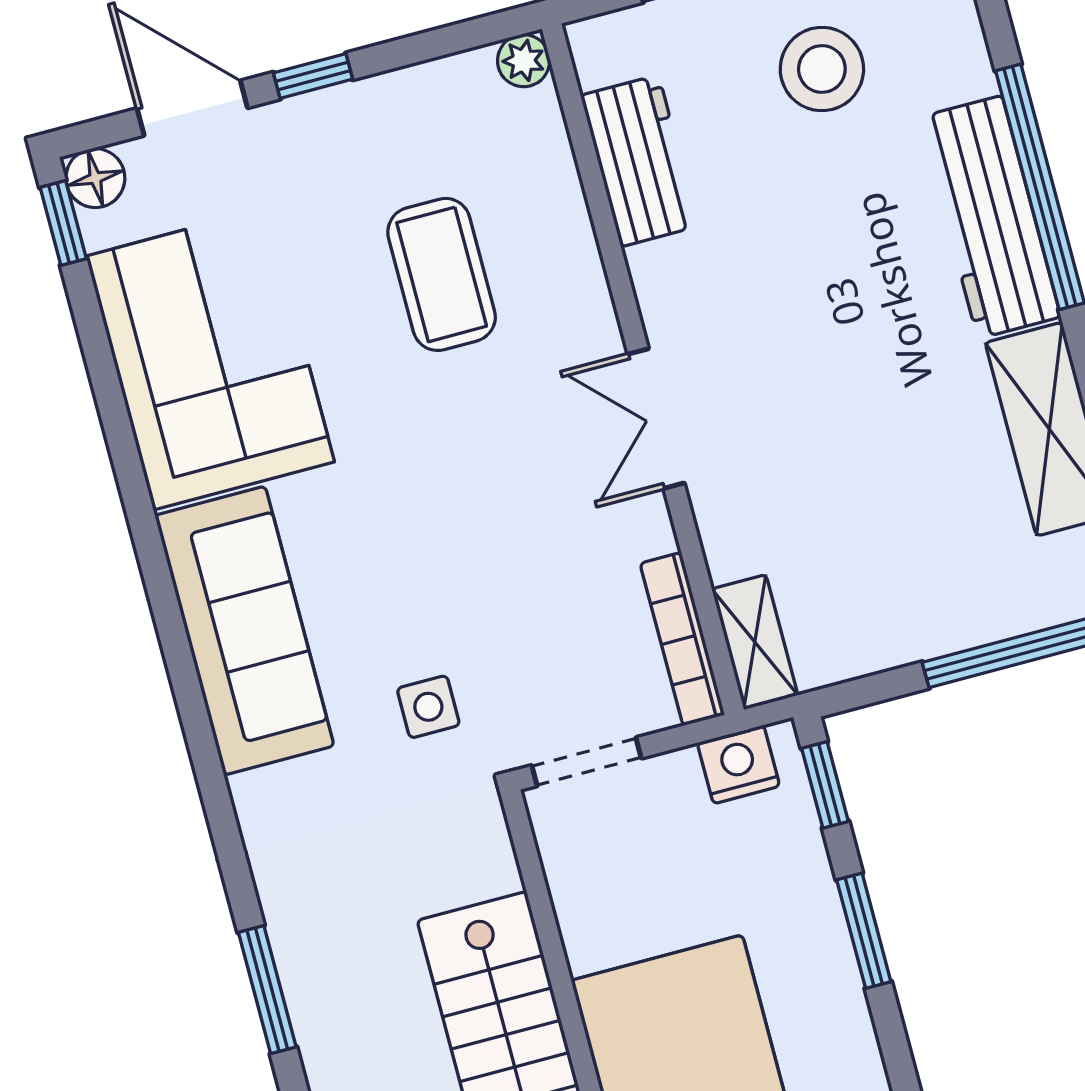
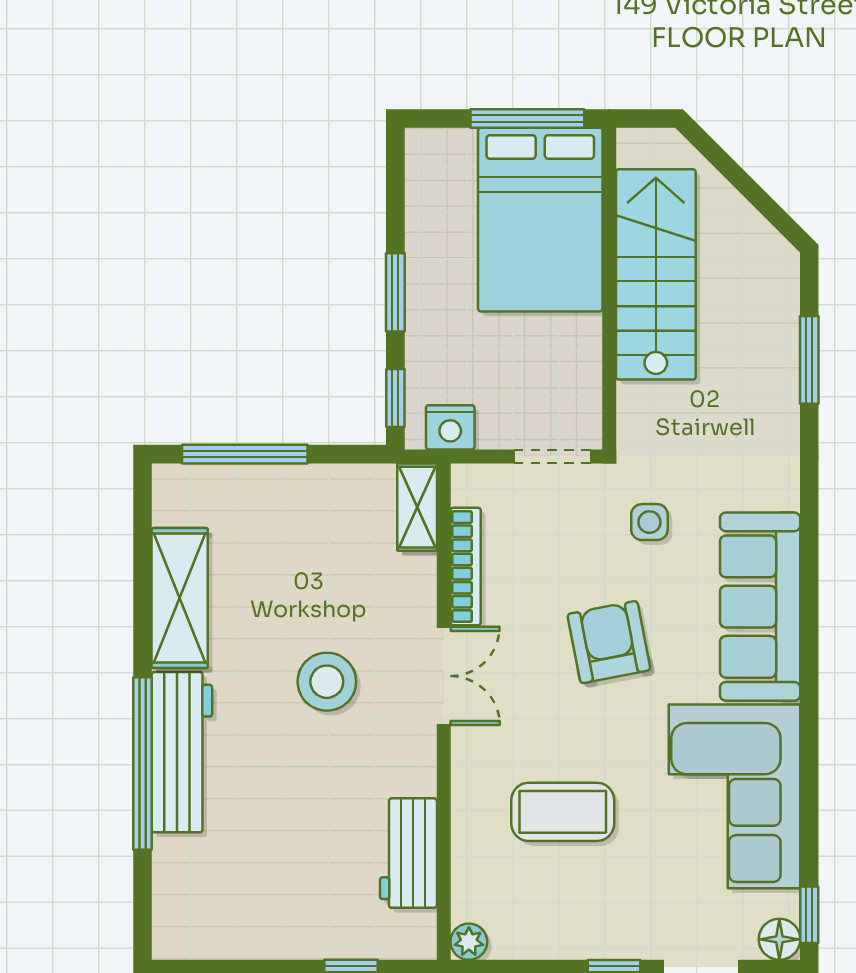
stool: (822, 69) -> (327, 682), moved
coffee table: (442, 274) -> (563, 812), turned 90
armchair: (440, 526) -> (609, 642), added
bookcase: (682, 639) -> (466, 567), moved

